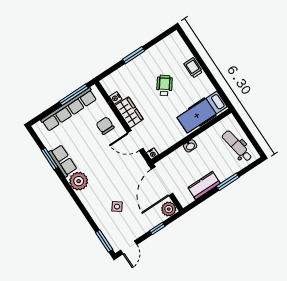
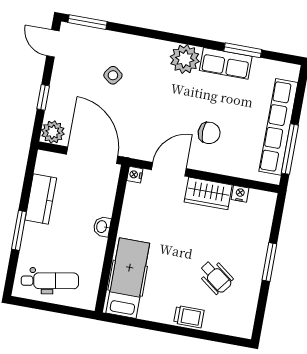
wheelchair: (164, 85) -> (216, 277), moved
chair: (105, 126) -> (209, 133), moved

